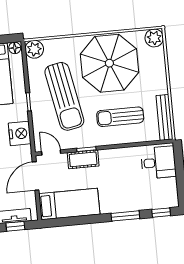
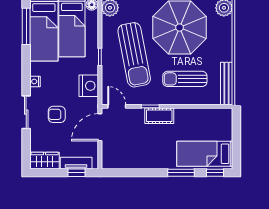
cot: (83, 159) -> (159, 116), moved
desk: (158, 162) -> (217, 125), removed
bed: (69, 204) -> (205, 154), moved, turned 180

